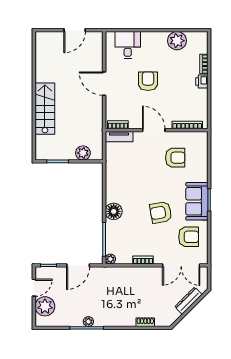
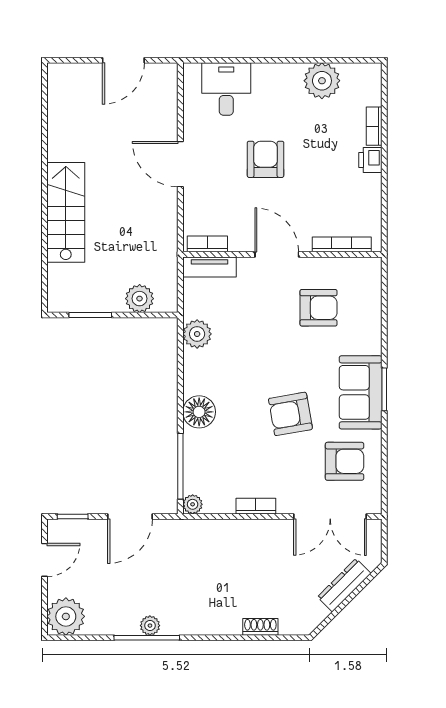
plant: (113, 171) -> (197, 334), added
plant: (45, 306) -> (66, 616), moved

